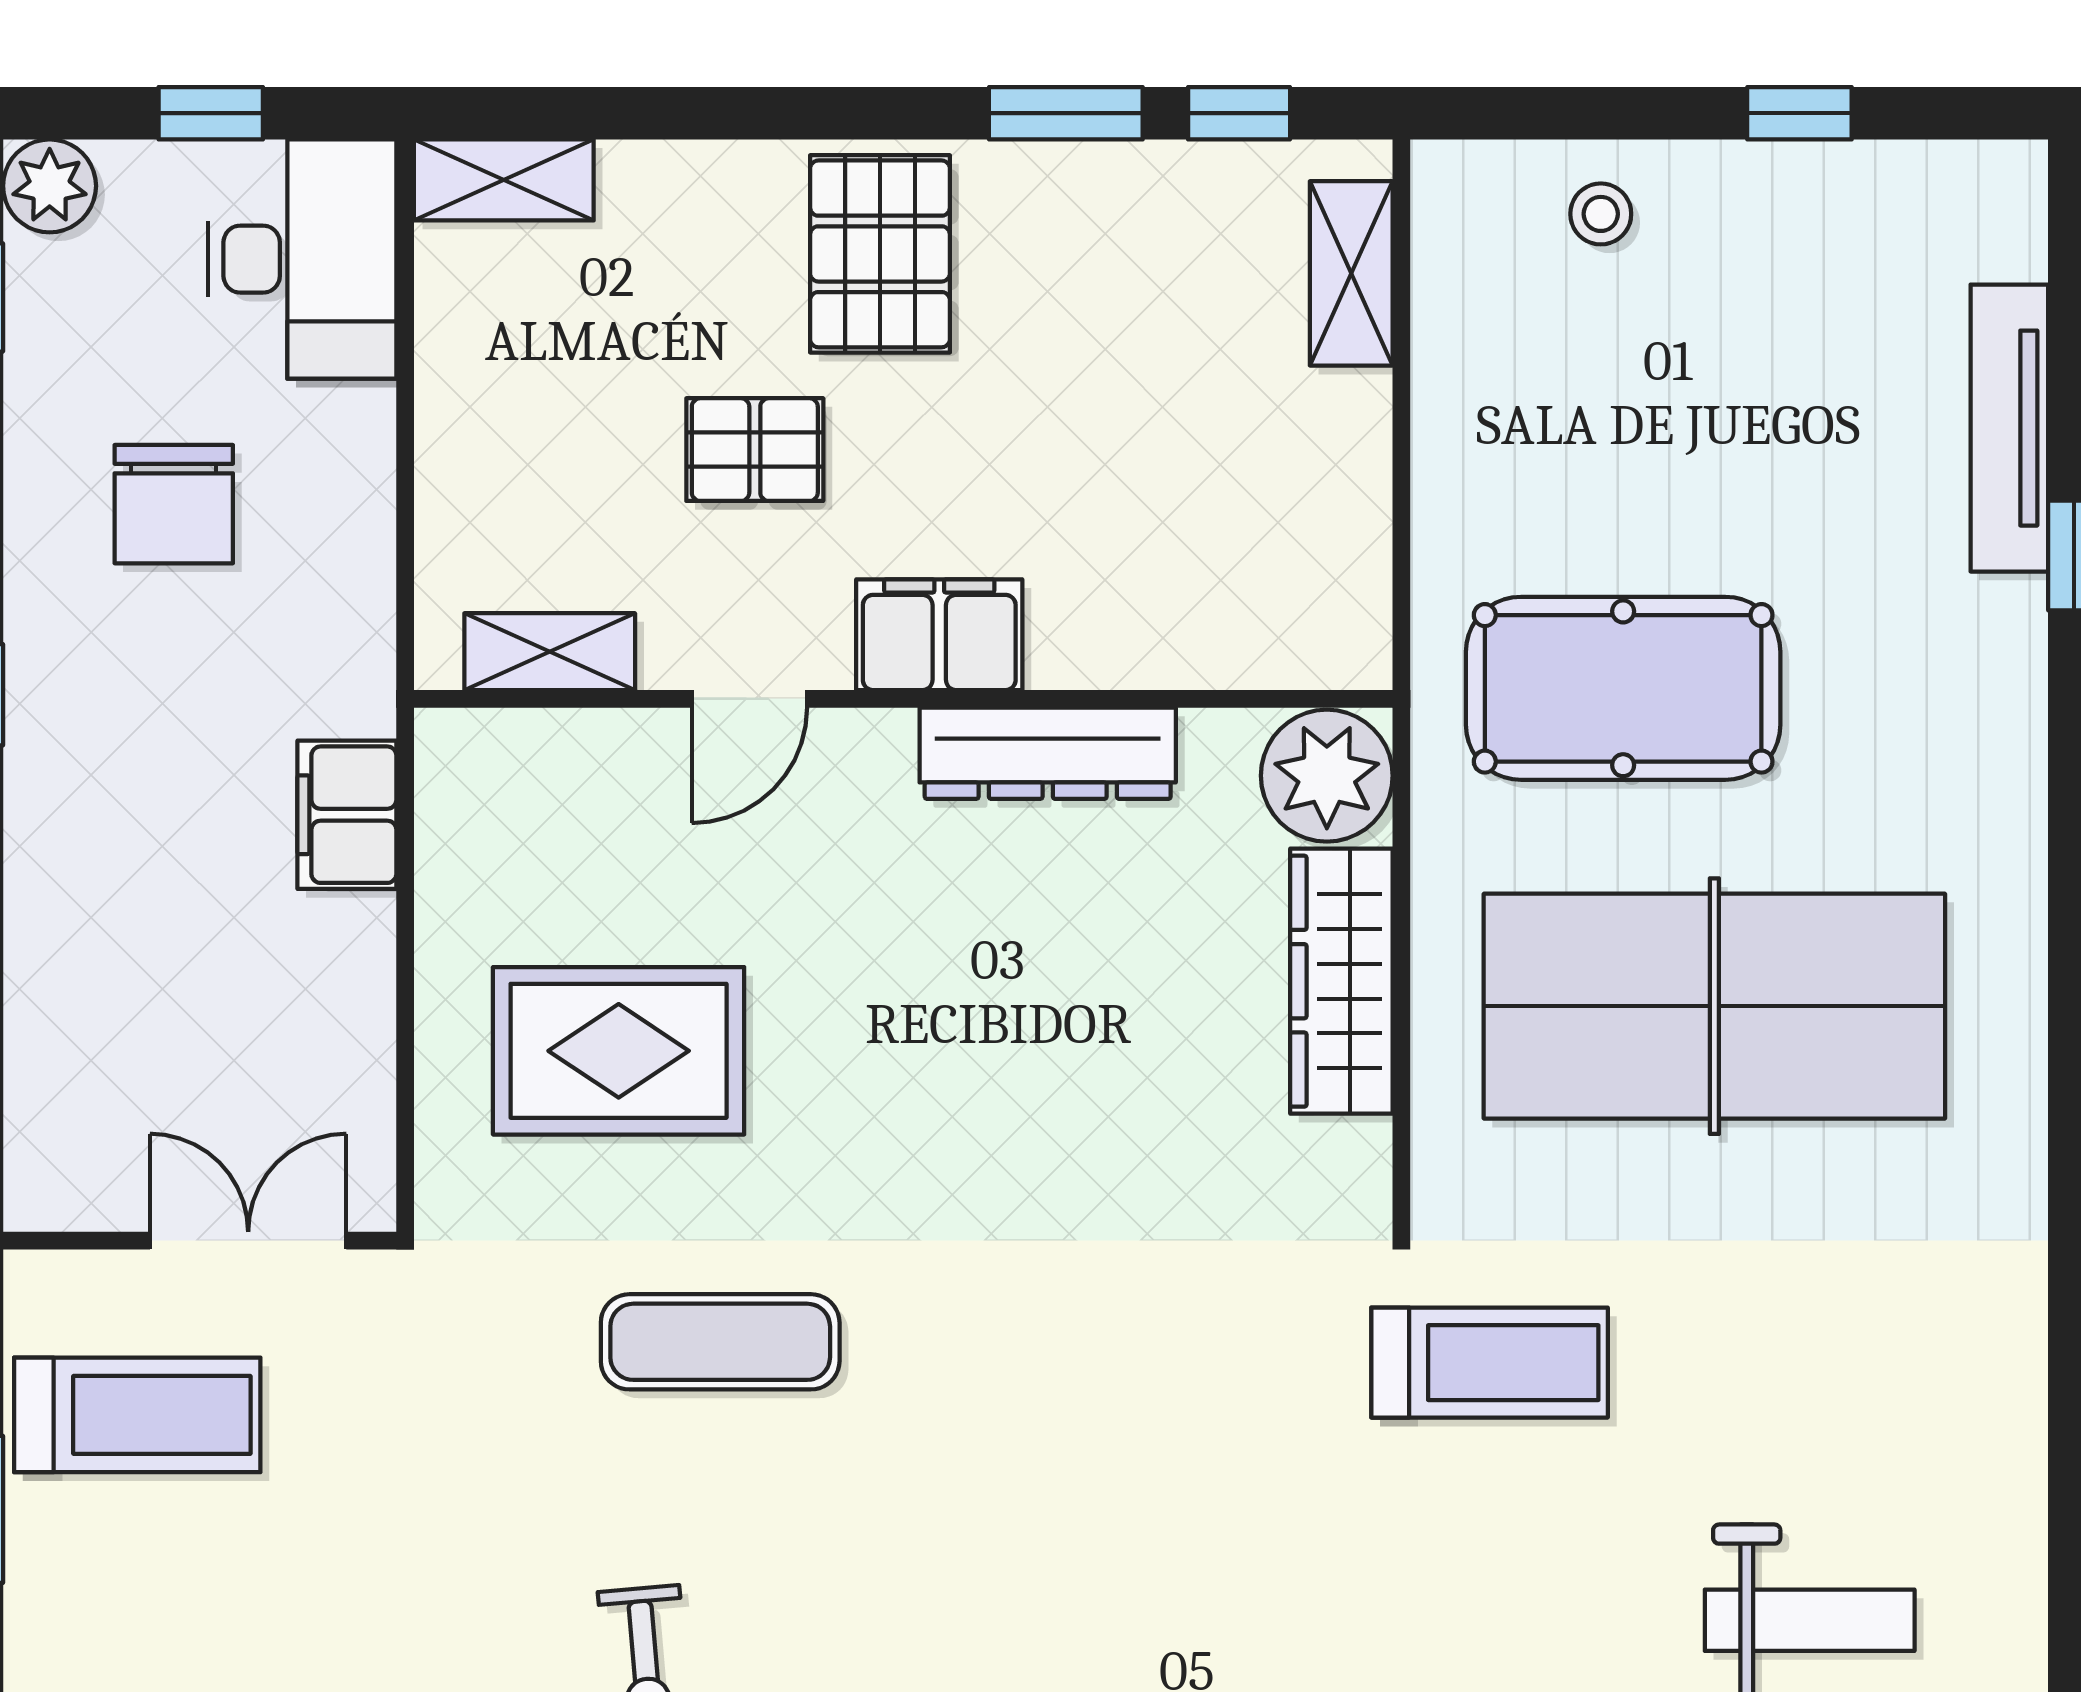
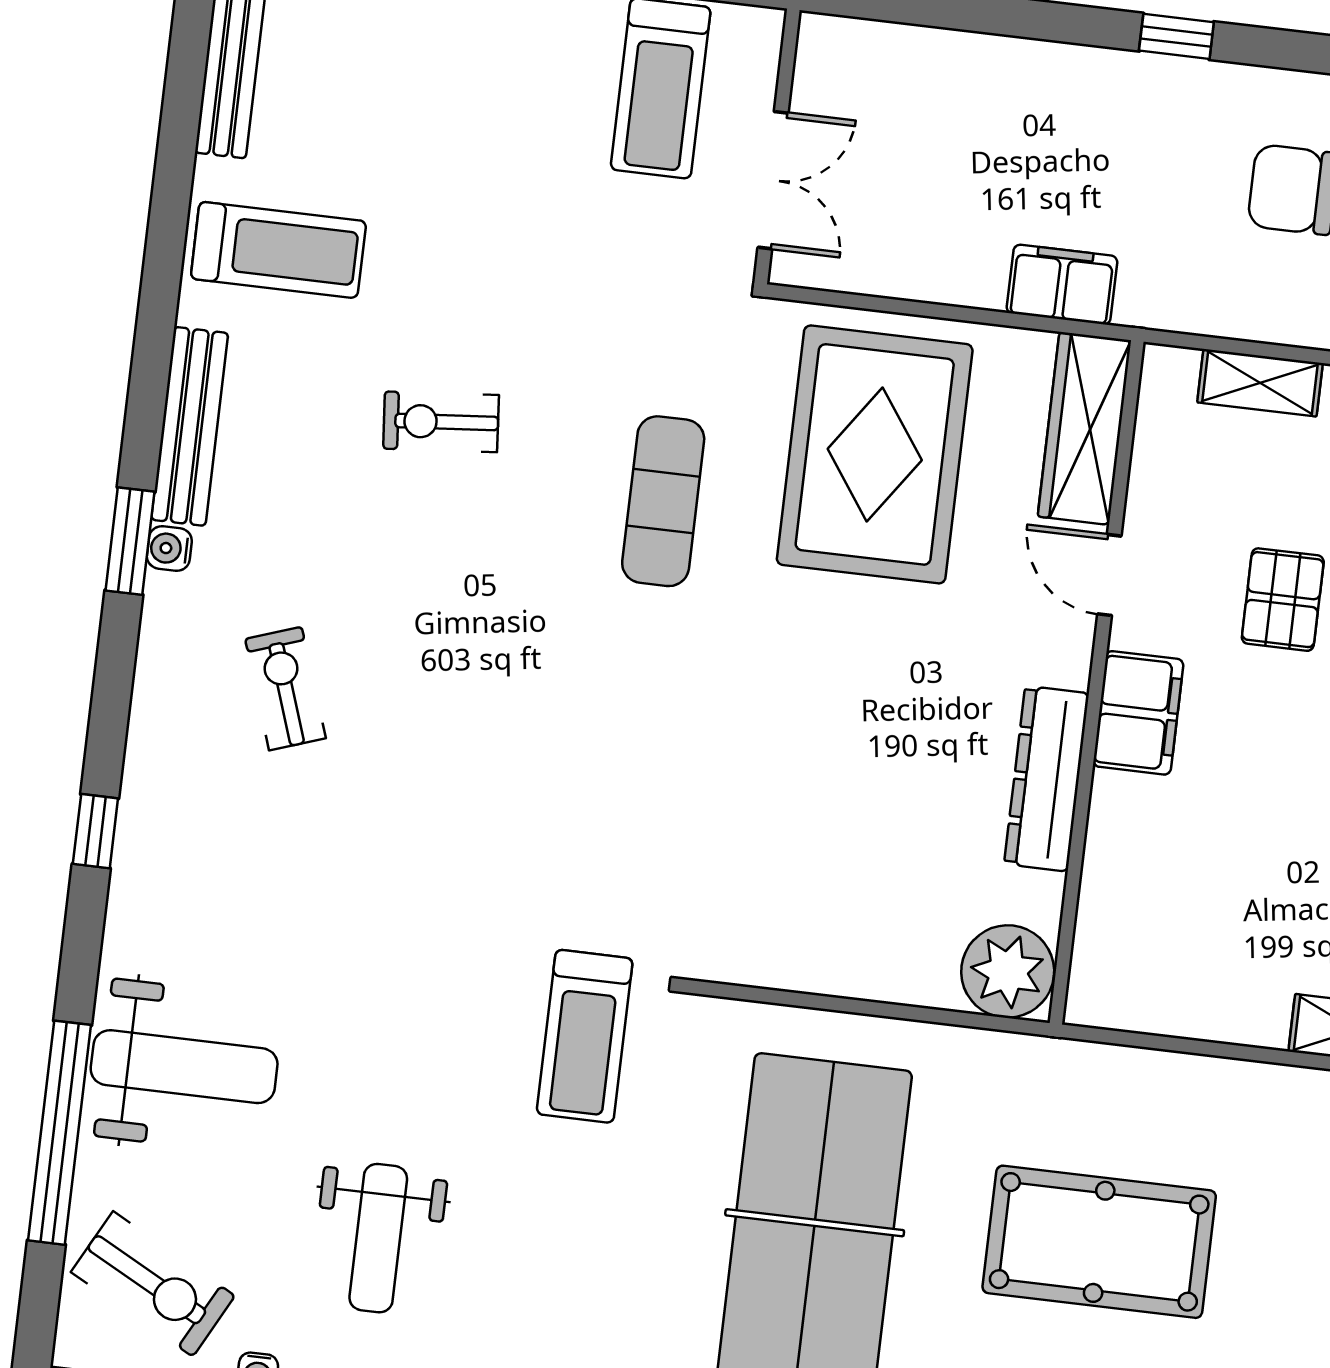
shelving: (550, 652) -> (1260, 383), moved, turned 90
pool table: (1623, 688) -> (1099, 1242), moved, turned 90
wardrobe: (1341, 981) -> (1084, 428), moved, turned -90
rug: (619, 1051) -> (875, 454), width x1.37, depth x1.44

